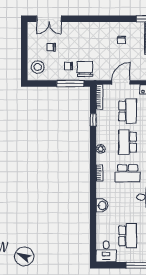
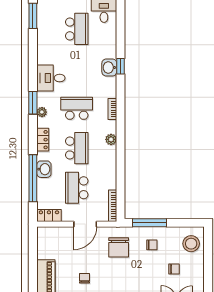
chair: (85, 69) -> (119, 247), moved
window: (93, 120) -> (121, 66), moved
school desk: (128, 236) -> (77, 29), turned 180

